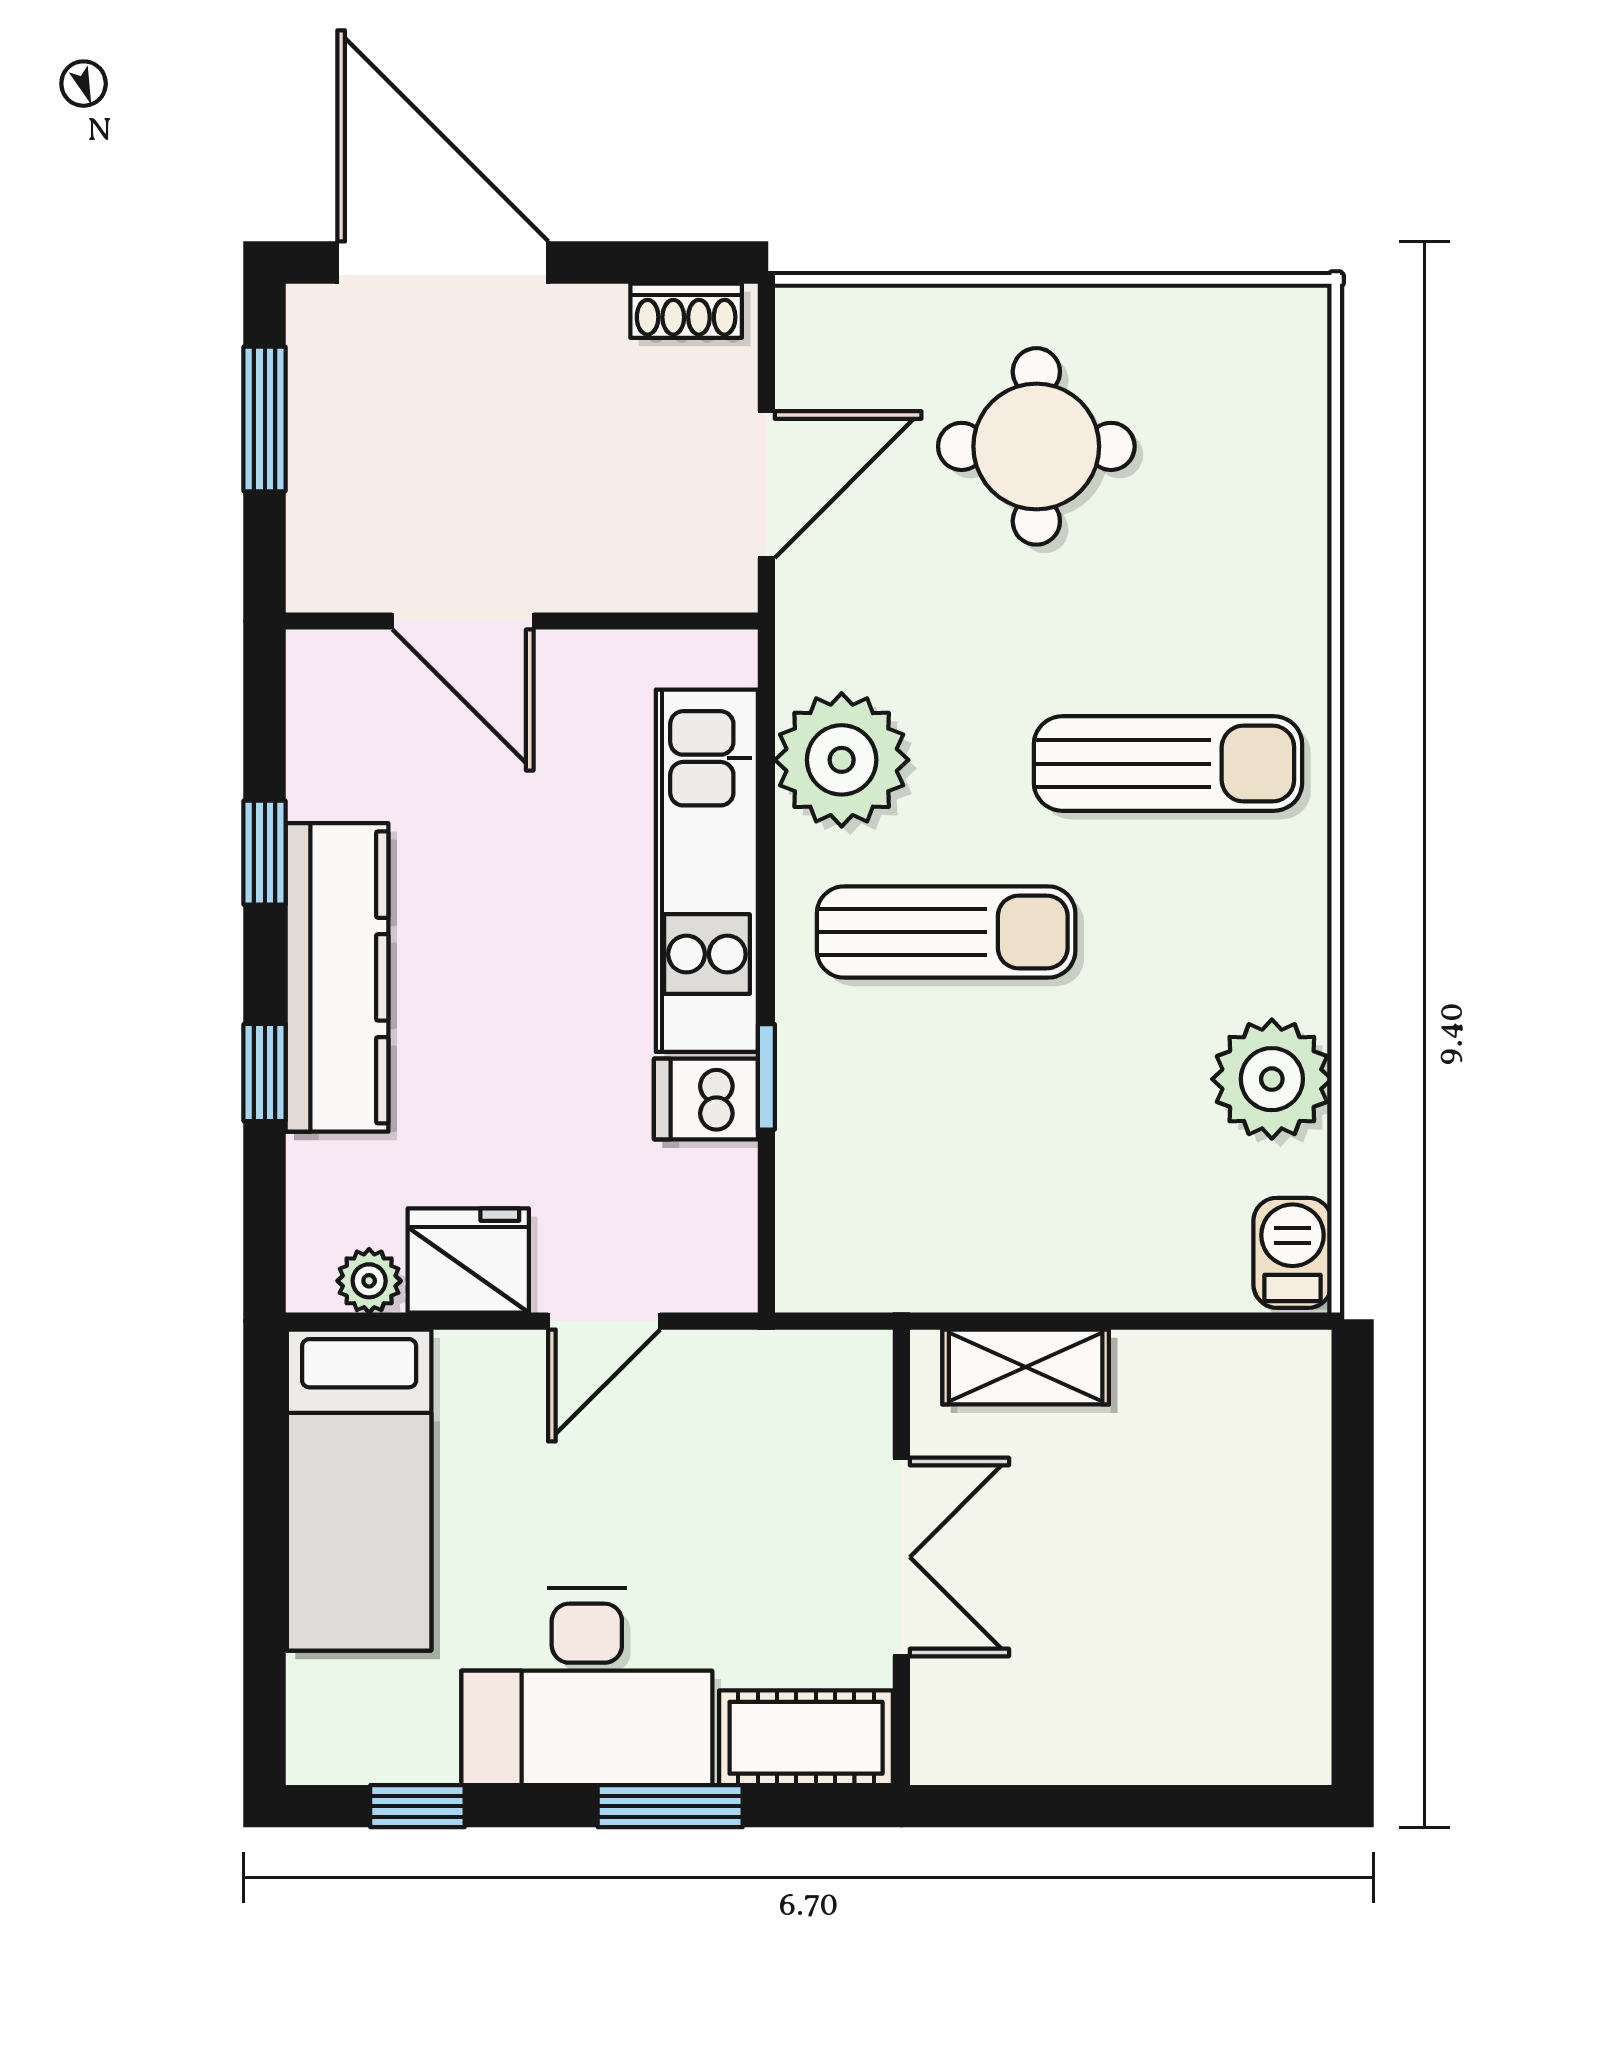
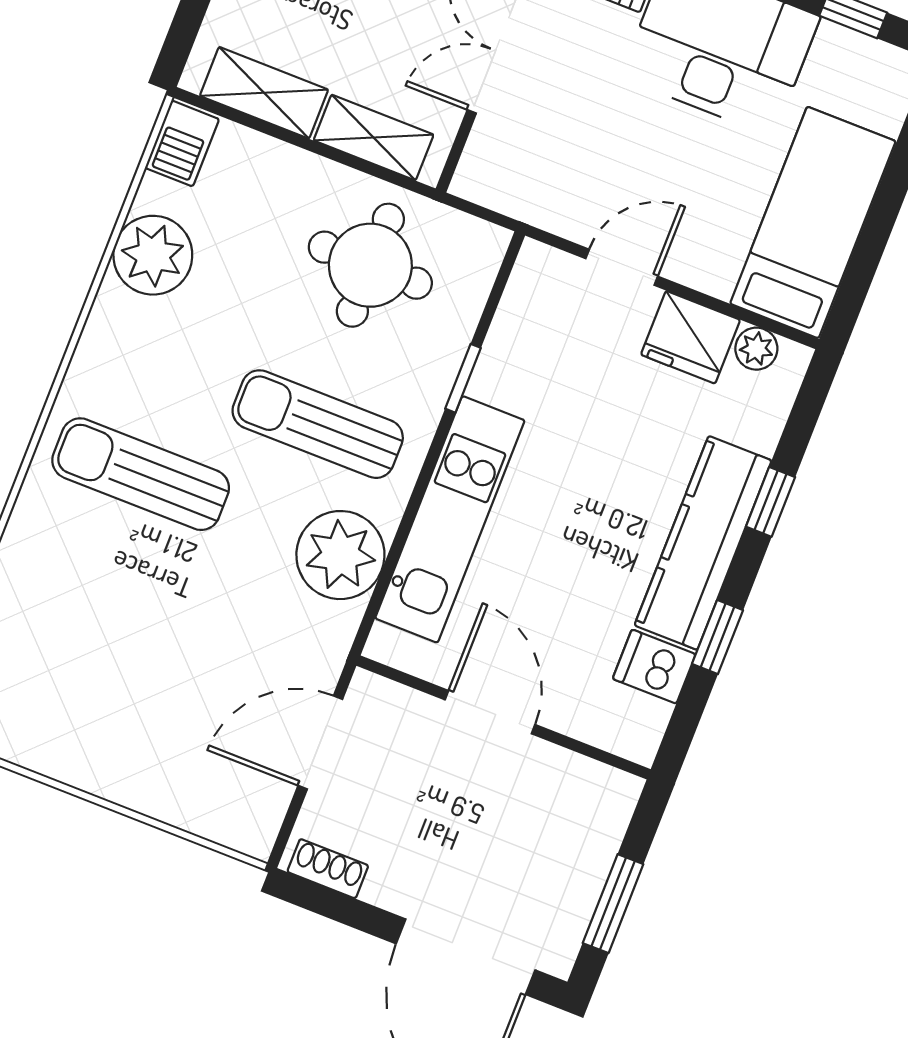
round table: (1036, 446) -> (370, 265), moved
door: (463, 621) -> (490, 712), moved
dishwasher: (706, 1099) -> (654, 667), moved, turned 180
shelving: (1205, 1370) -> (264, 93), added

